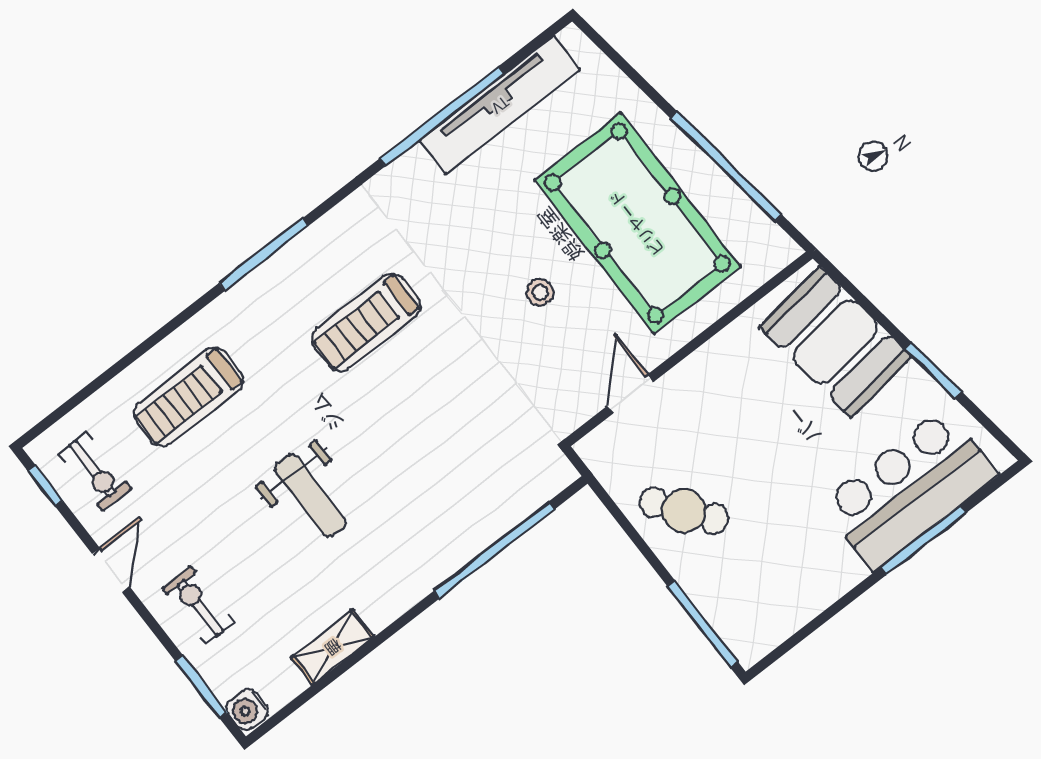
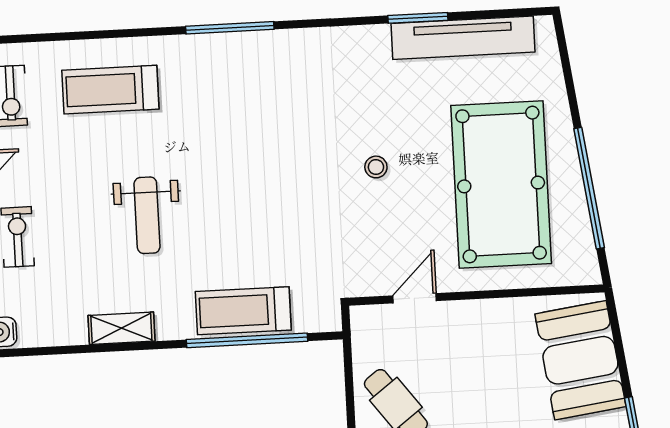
window: (442, 116) -> (418, 18), width x0.47
stool: (540, 292) -> (376, 167), moved
treadmill: (366, 322) -> (243, 311), moved
shelving: (333, 647) -> (121, 328), moved

